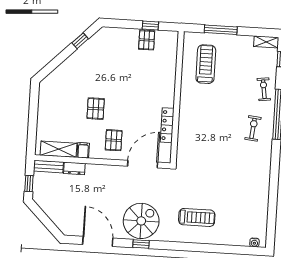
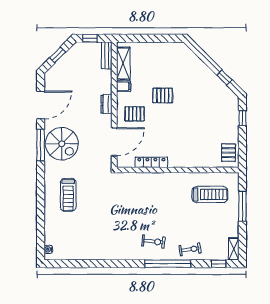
window: (150, 25) -> (242, 118), moved
pallet: (147, 40) -> (229, 153), moved, turned 90
door: (143, 164) -> (114, 142), hinge flipped
dresser: (74, 168) -> (106, 104), moved
window: (45, 220) -> (58, 55), added
window: (141, 244) -> (41, 145), width x2.17

